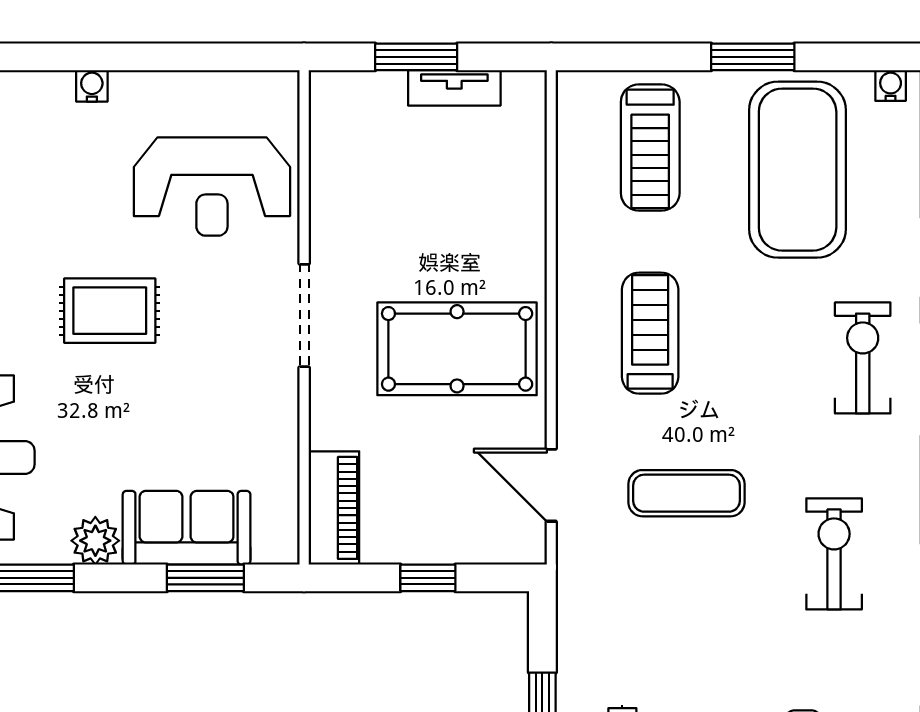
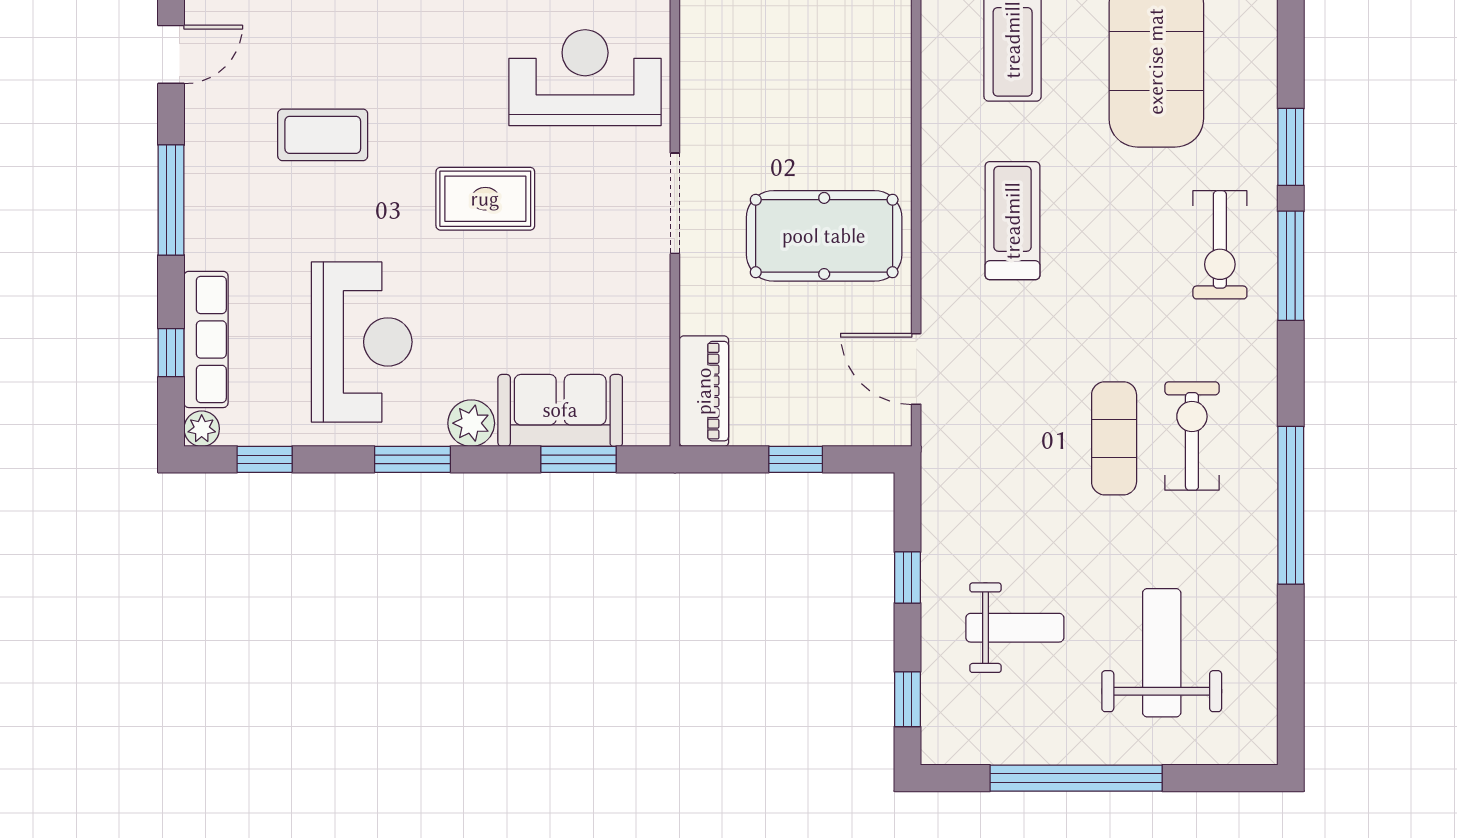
reception desk: (212, 187) -> (585, 78), turned 180
exercise bike: (863, 358) -> (1220, 245), turned 180
exercise mat: (686, 493) -> (1114, 438), moved, turned 90

